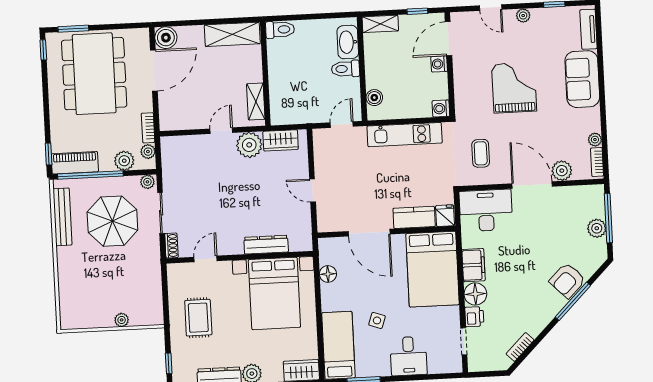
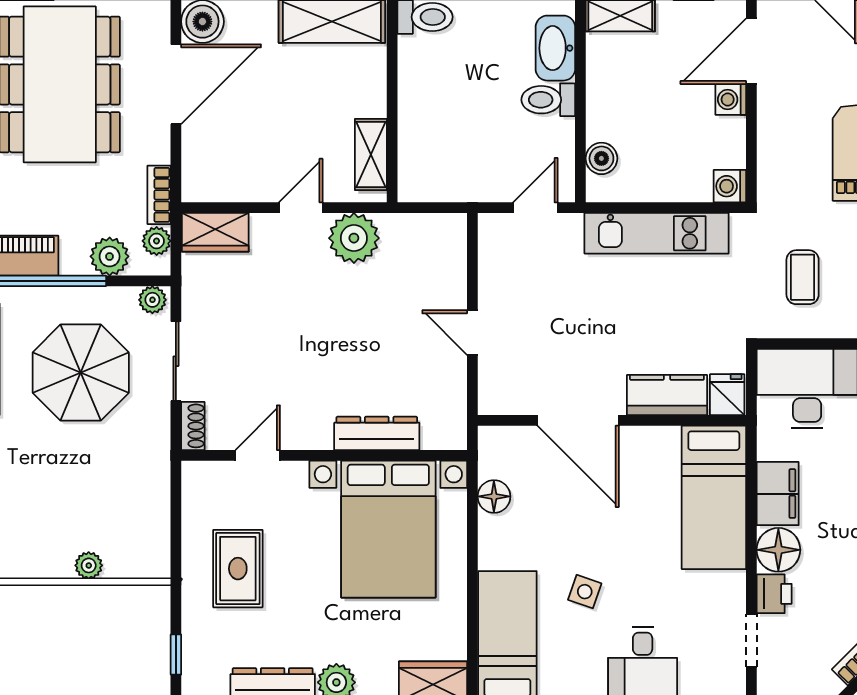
wardrobe: (281, 140) -> (215, 232), moved
bed: (433, 269) -> (714, 497), width x0.67

